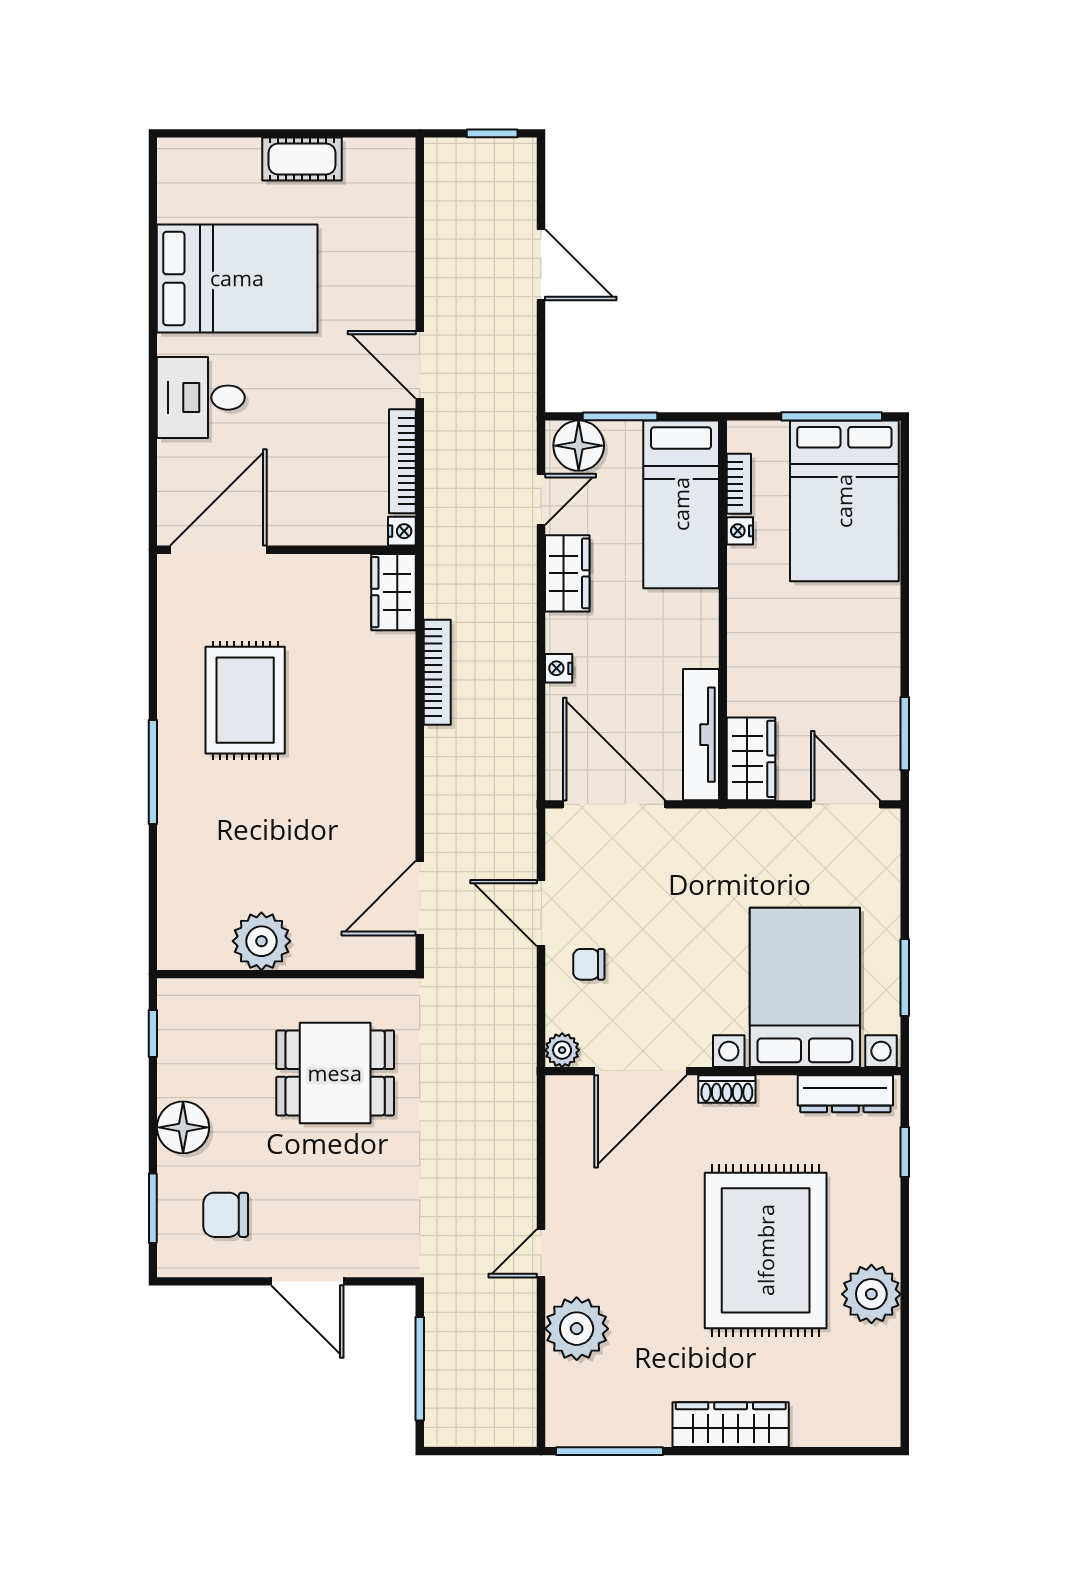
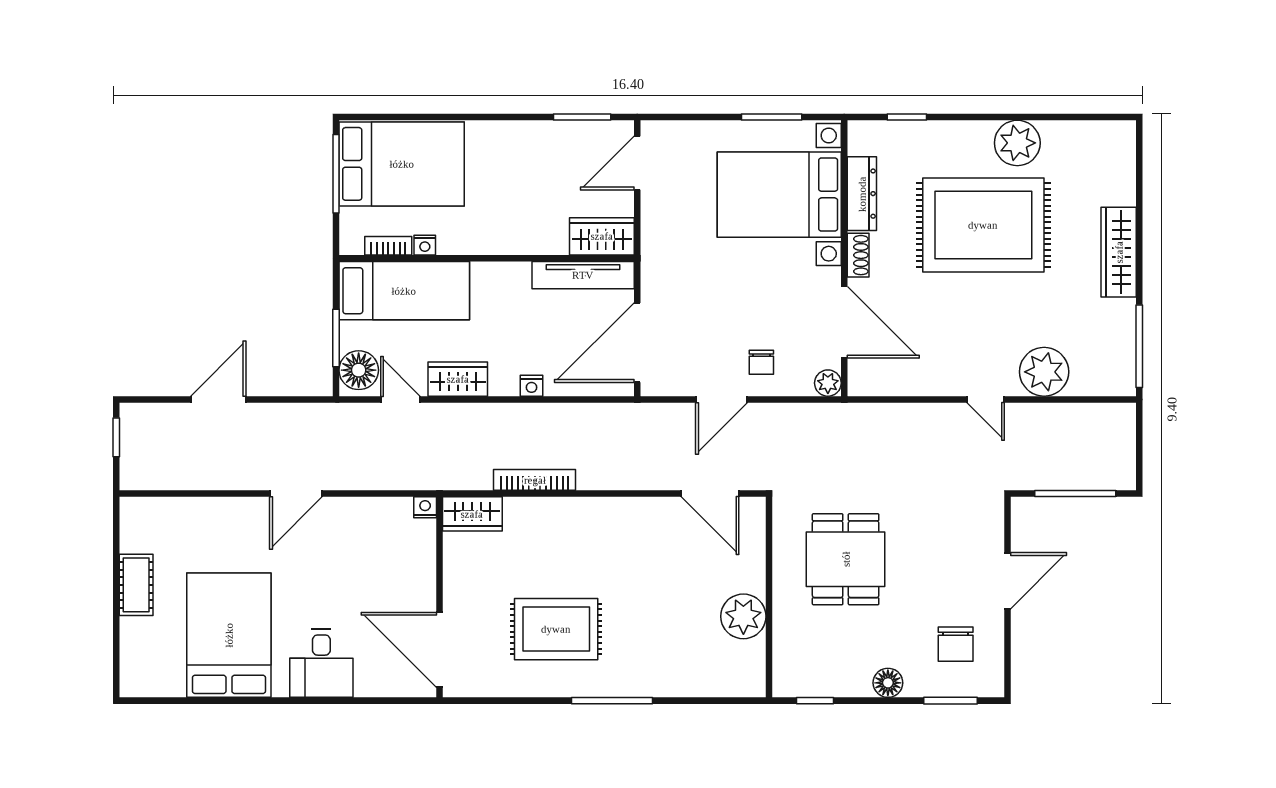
bookcase: (402, 461) -> (371, 507), removed
dresser: (845, 1094) -> (862, 194), moved
floor lamp: (183, 1127) -> (888, 683), width x0.73, depth x0.73

